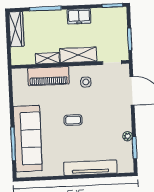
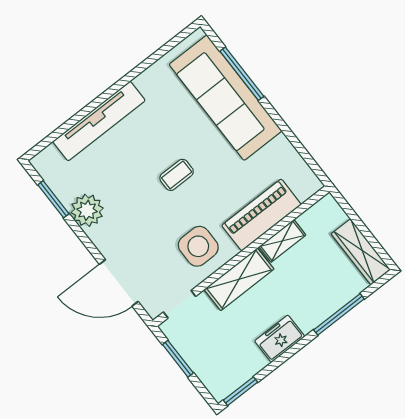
side table: (86, 82) -> (198, 246), width x1.87, depth x1.87
plant: (128, 136) -> (87, 210), width x1.88, depth x1.88

